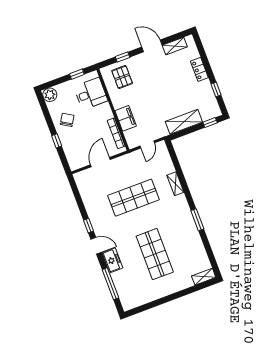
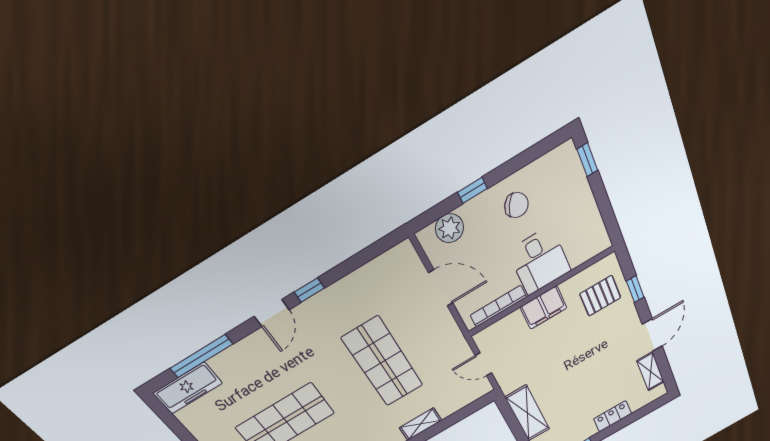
window: (77, 74) -> (587, 160), moved
desk: (91, 94) -> (540, 261), moved
plant: (50, 95) -> (450, 228), moved
filing cabinet: (126, 118) -> (544, 308), moved
freezer: (112, 260) -> (188, 388), moved, width x1.40

